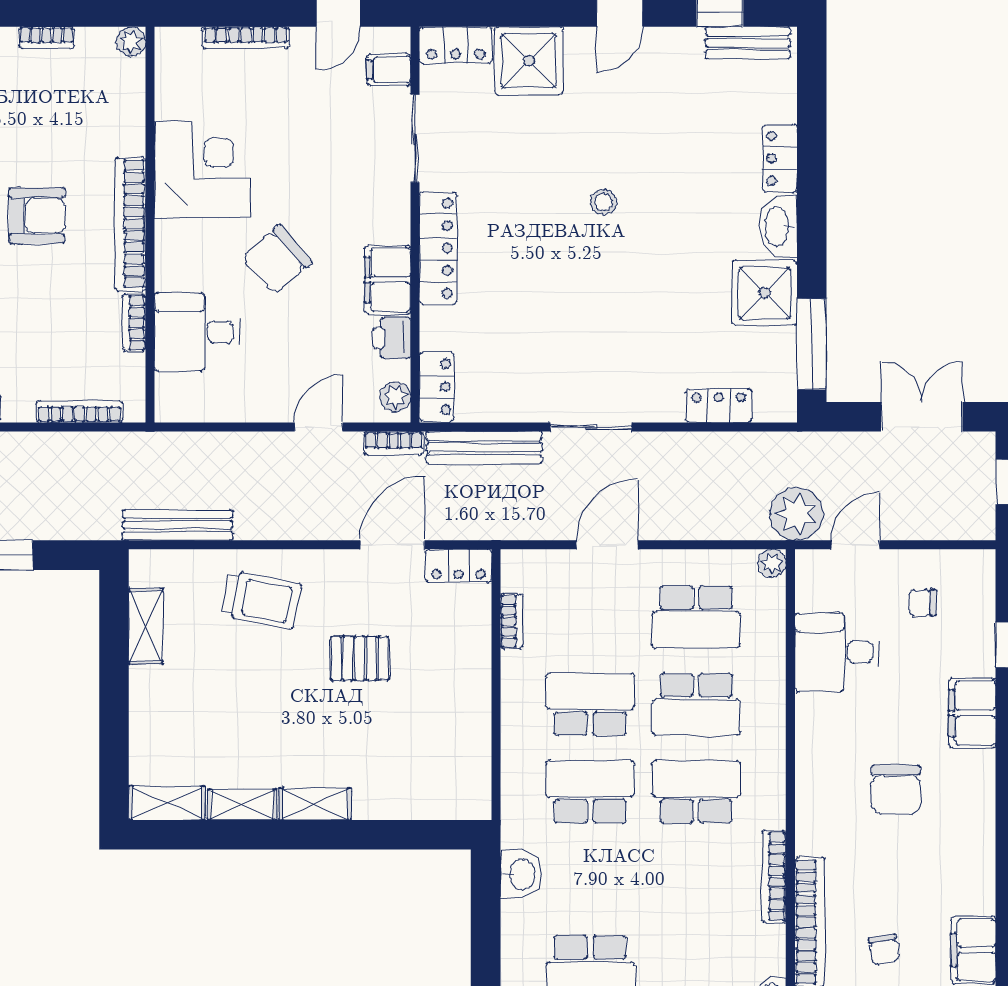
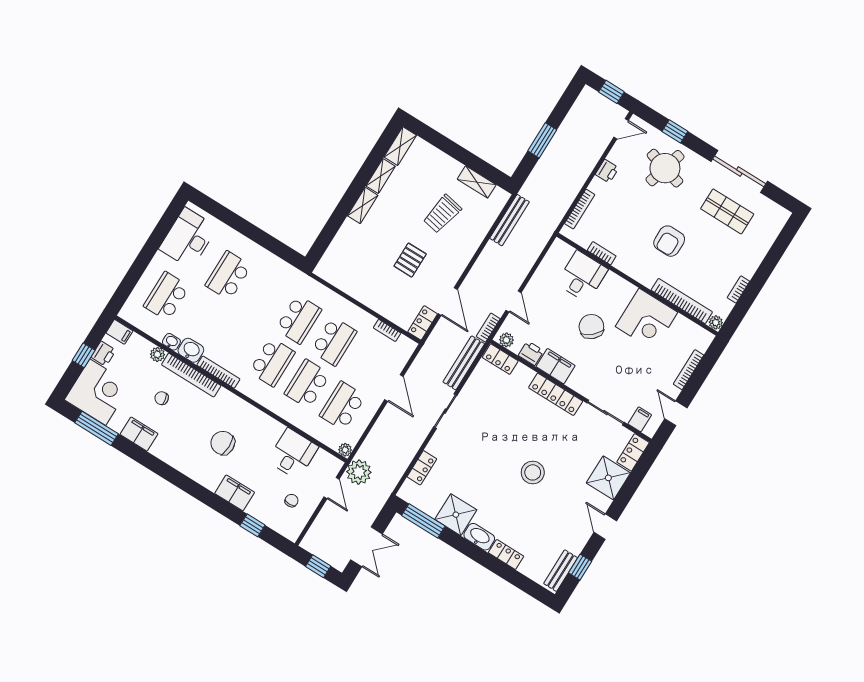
stool: (603, 202) -> (533, 472), width x1.89, depth x1.89
bookcase: (130, 224) -> (682, 301), moved
trolley: (261, 600) -> (442, 214), moved
washbasin: (521, 874) -> (191, 350), moved, turned 180

